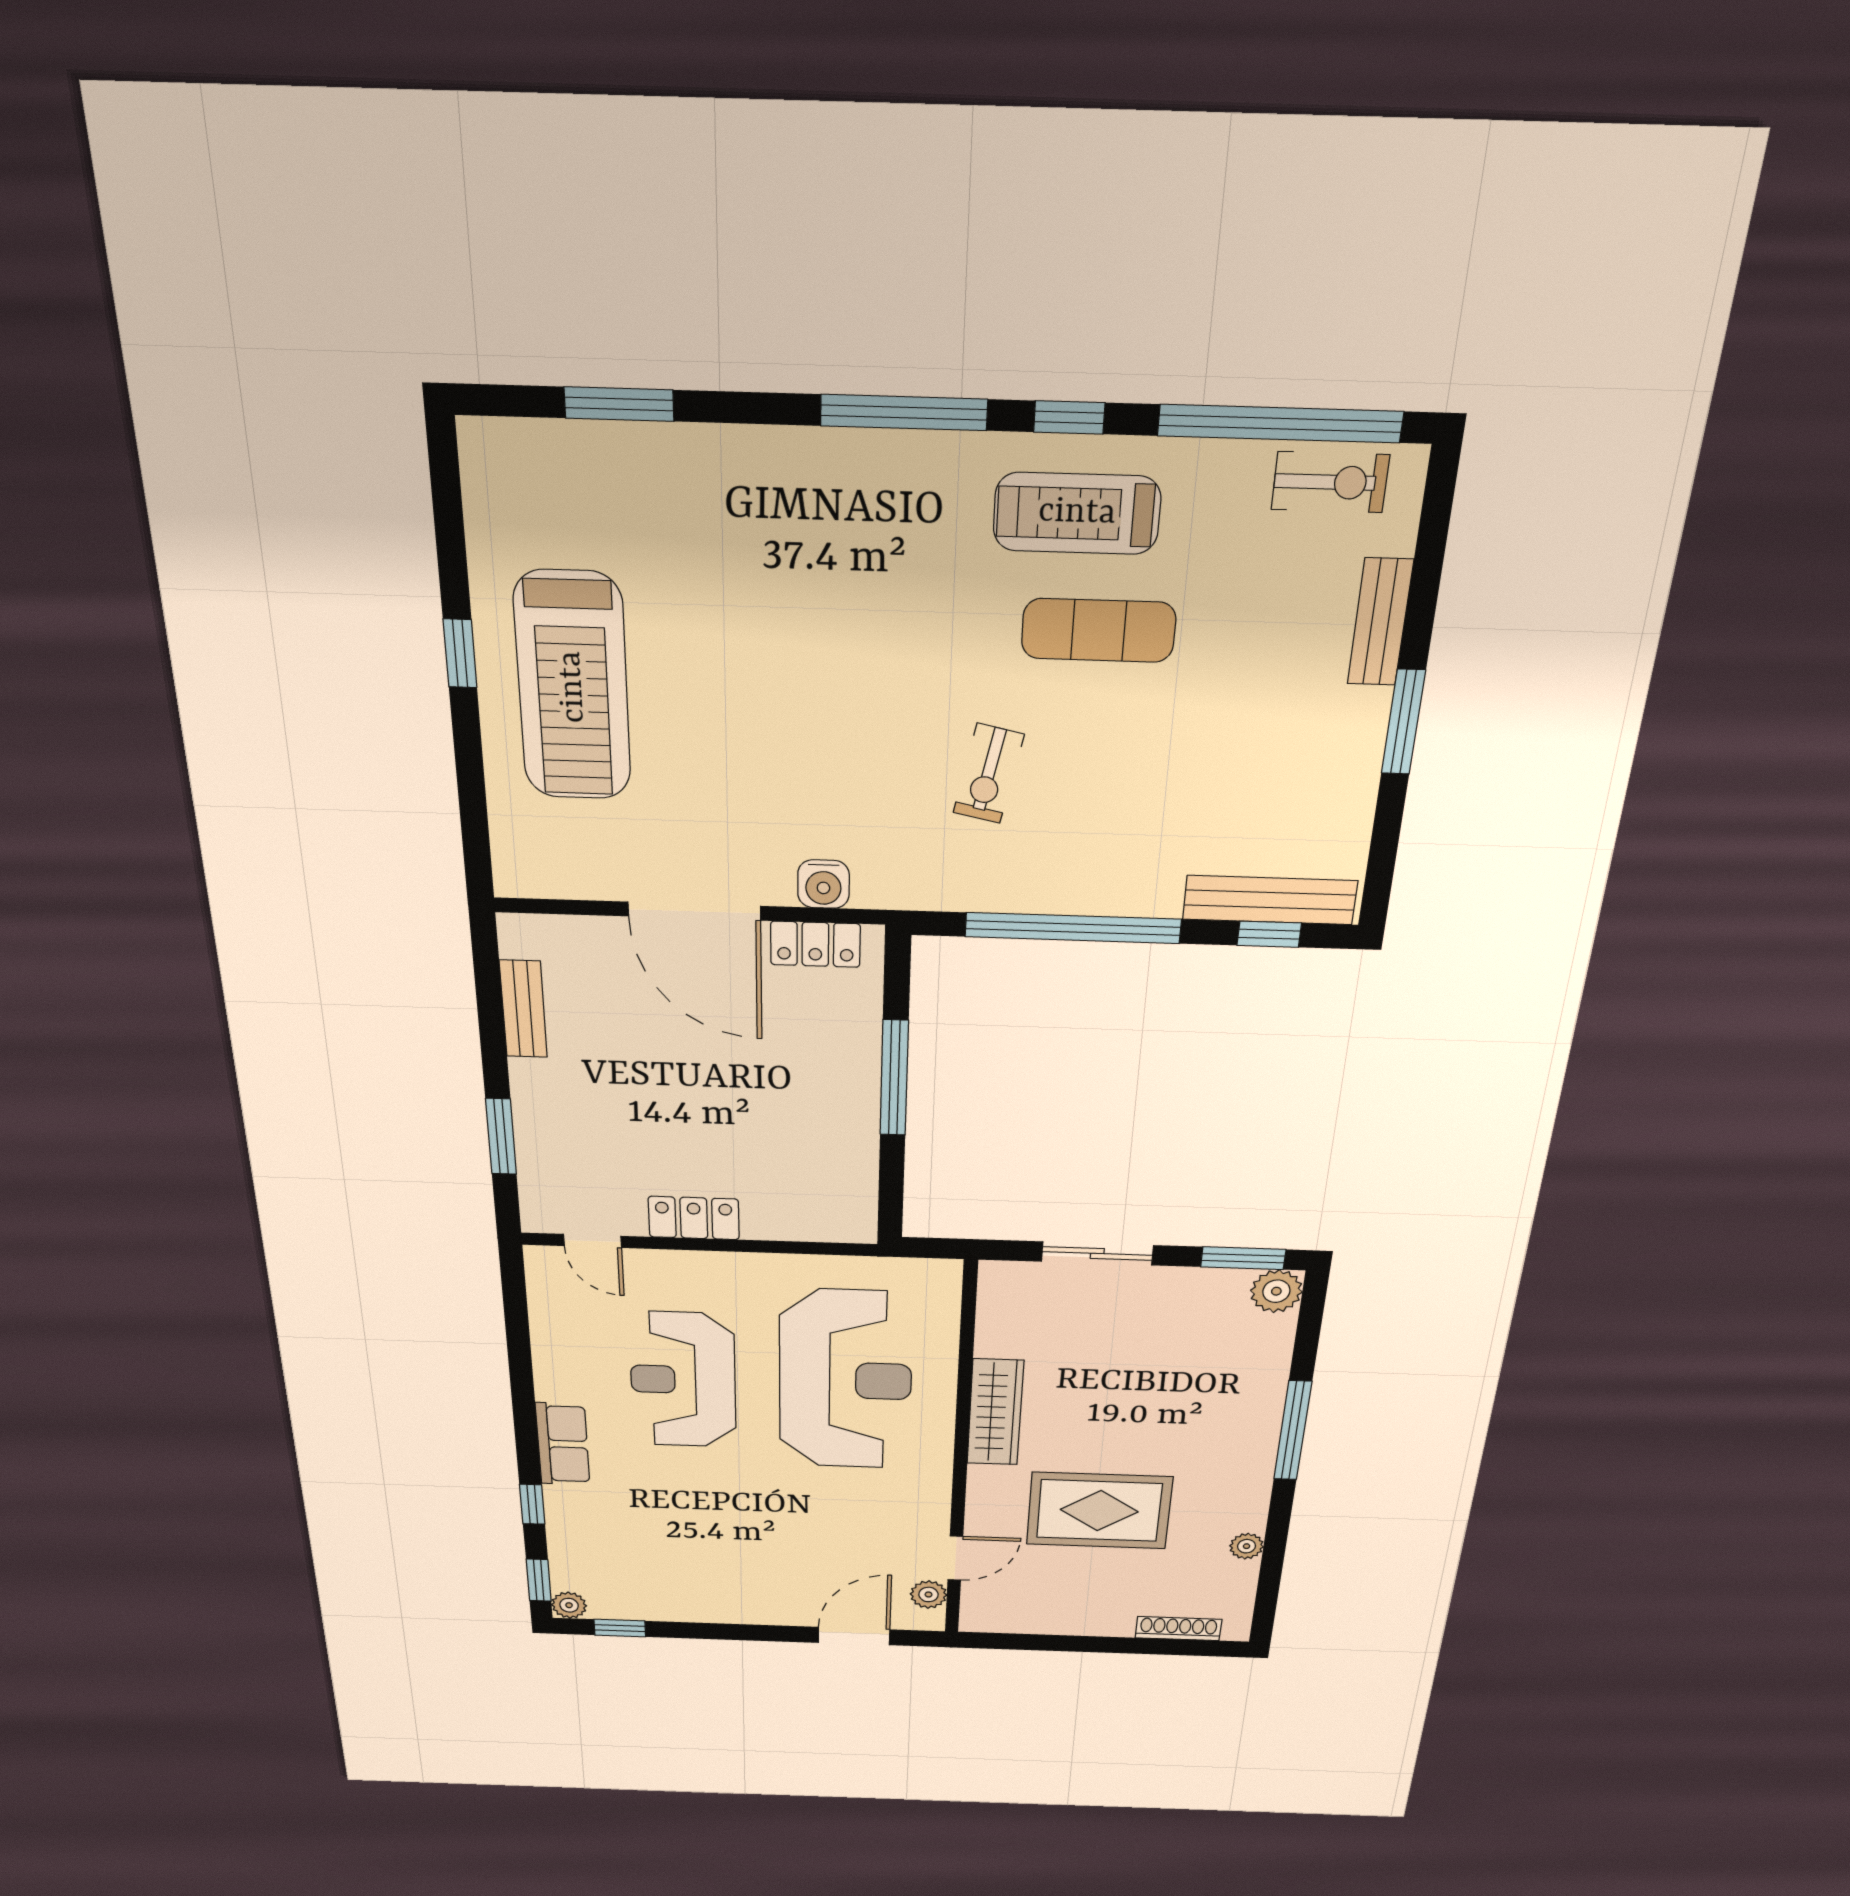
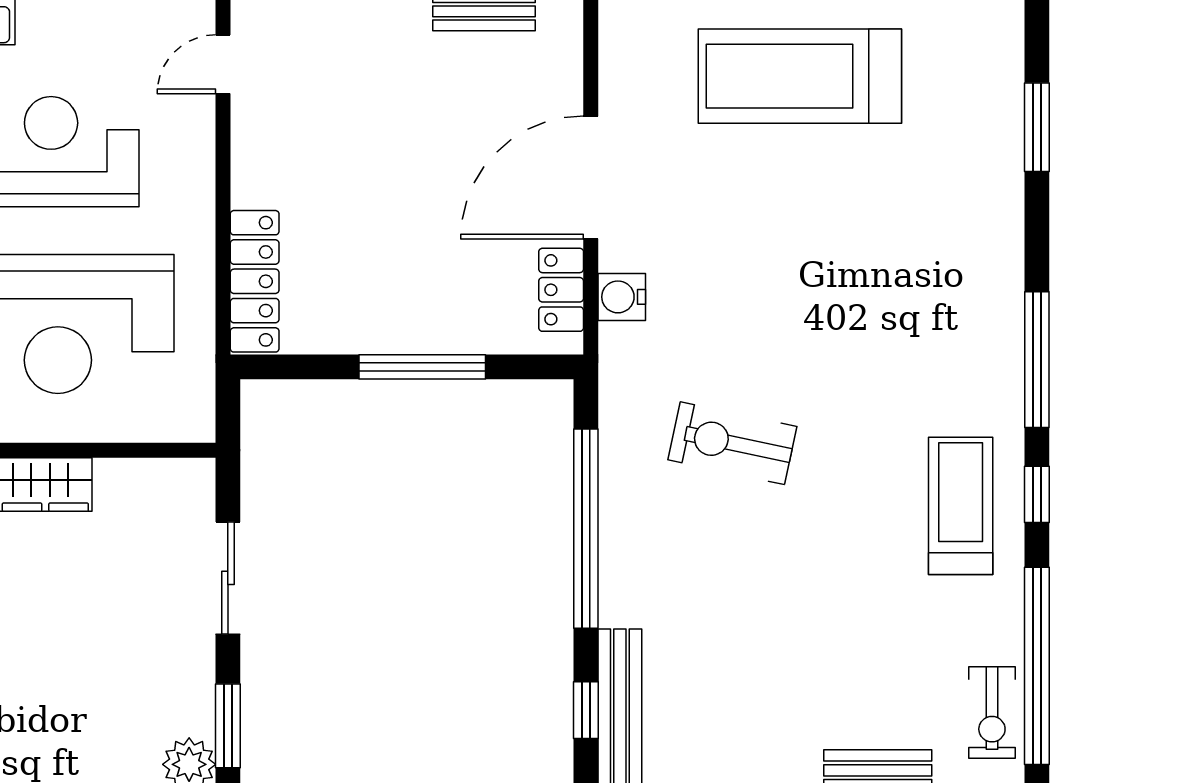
exercise mat: (1099, 630) -> (863, 531), removed
exercise bike: (988, 774) -> (732, 443), width x1.38, depth x1.39
locker: (694, 1218) -> (255, 281), moved, width x1.53

